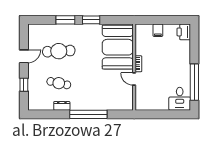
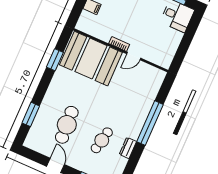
window: (65, 20) -> (31, 114), moved
window: (91, 20) -> (55, 60), moved

